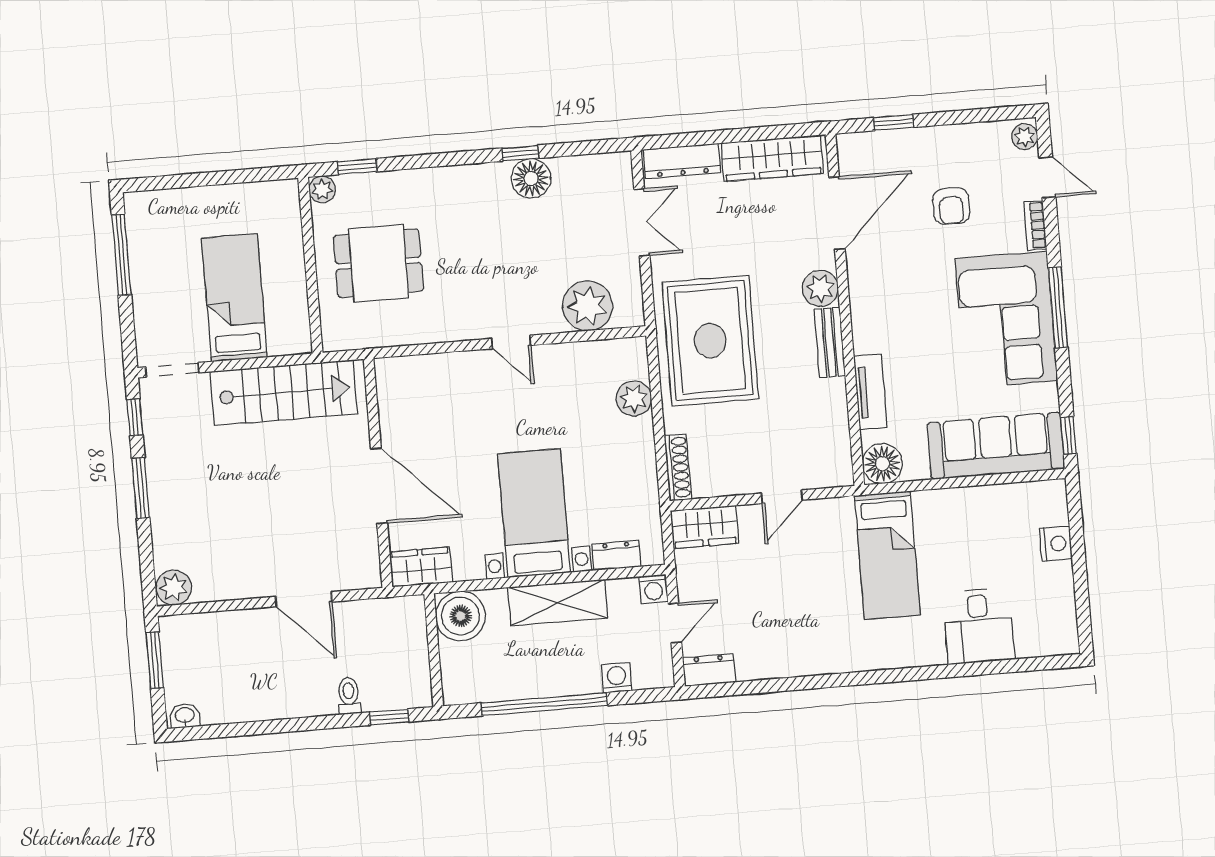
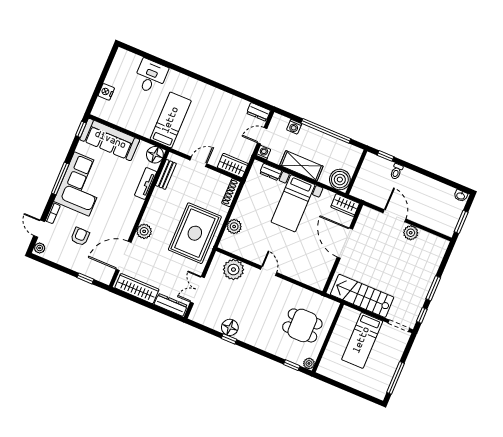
bench: (830, 342) -> (166, 174), moved
plant: (174, 588) -> (411, 233), moved

